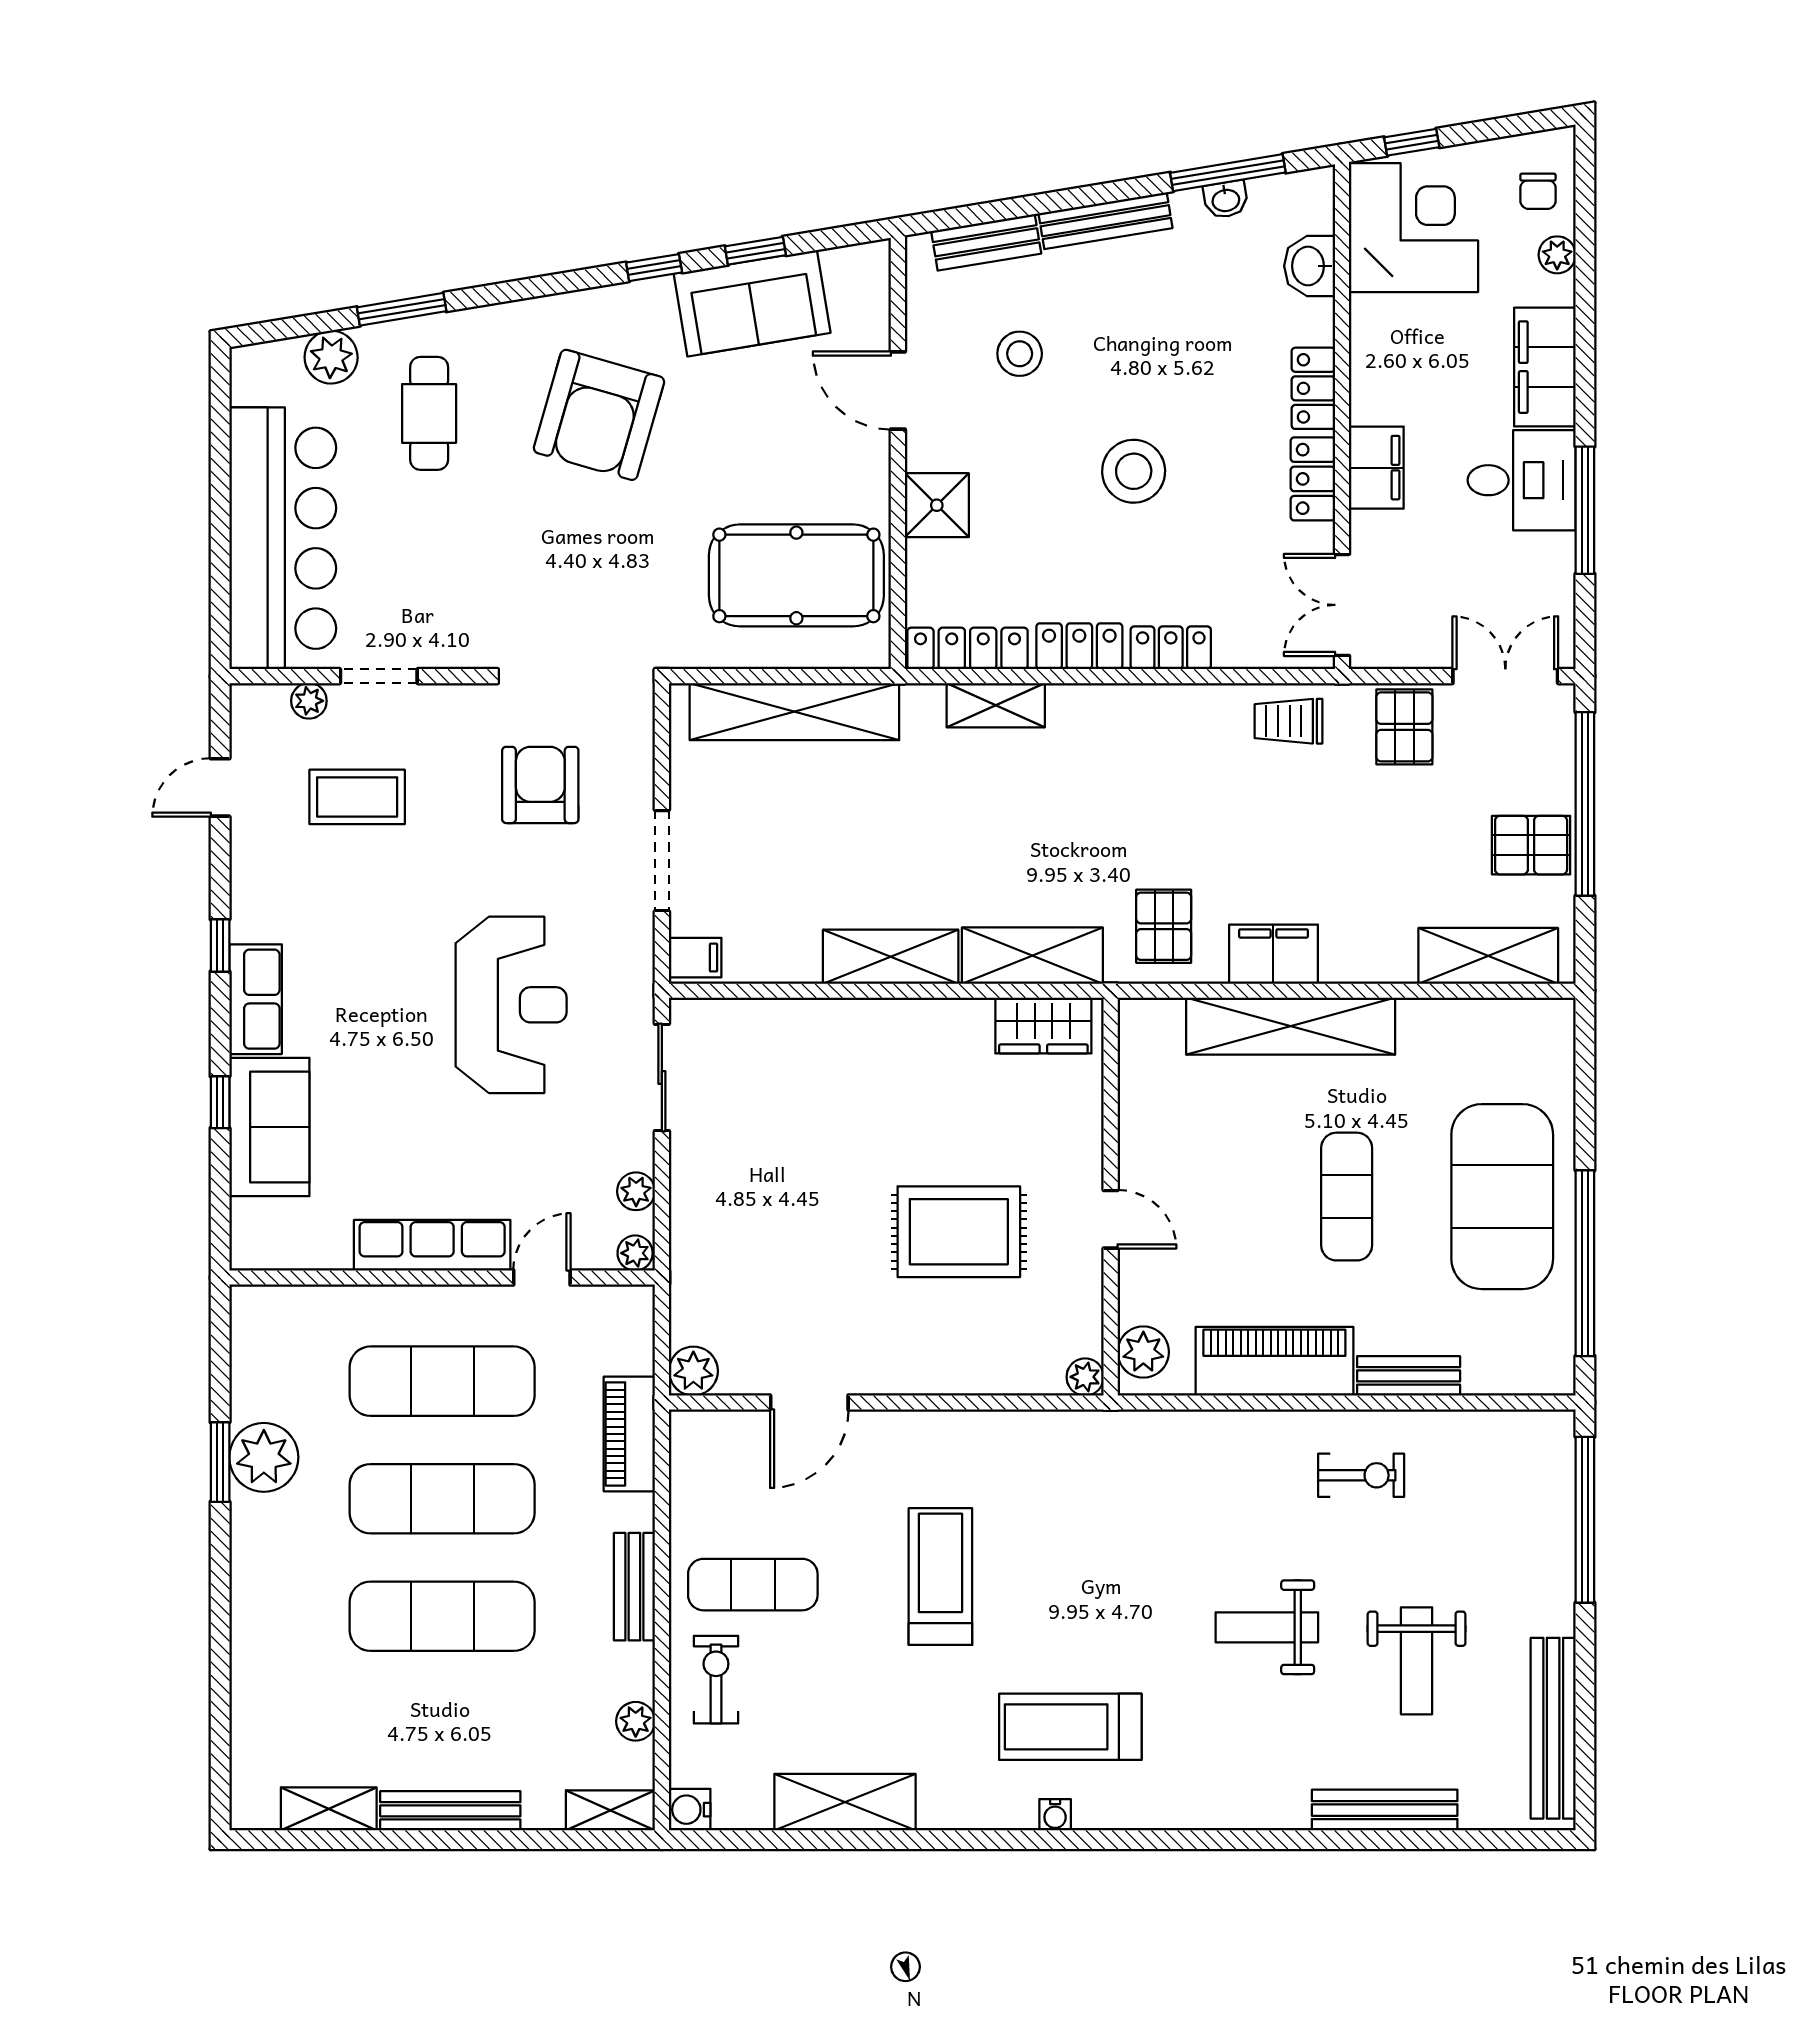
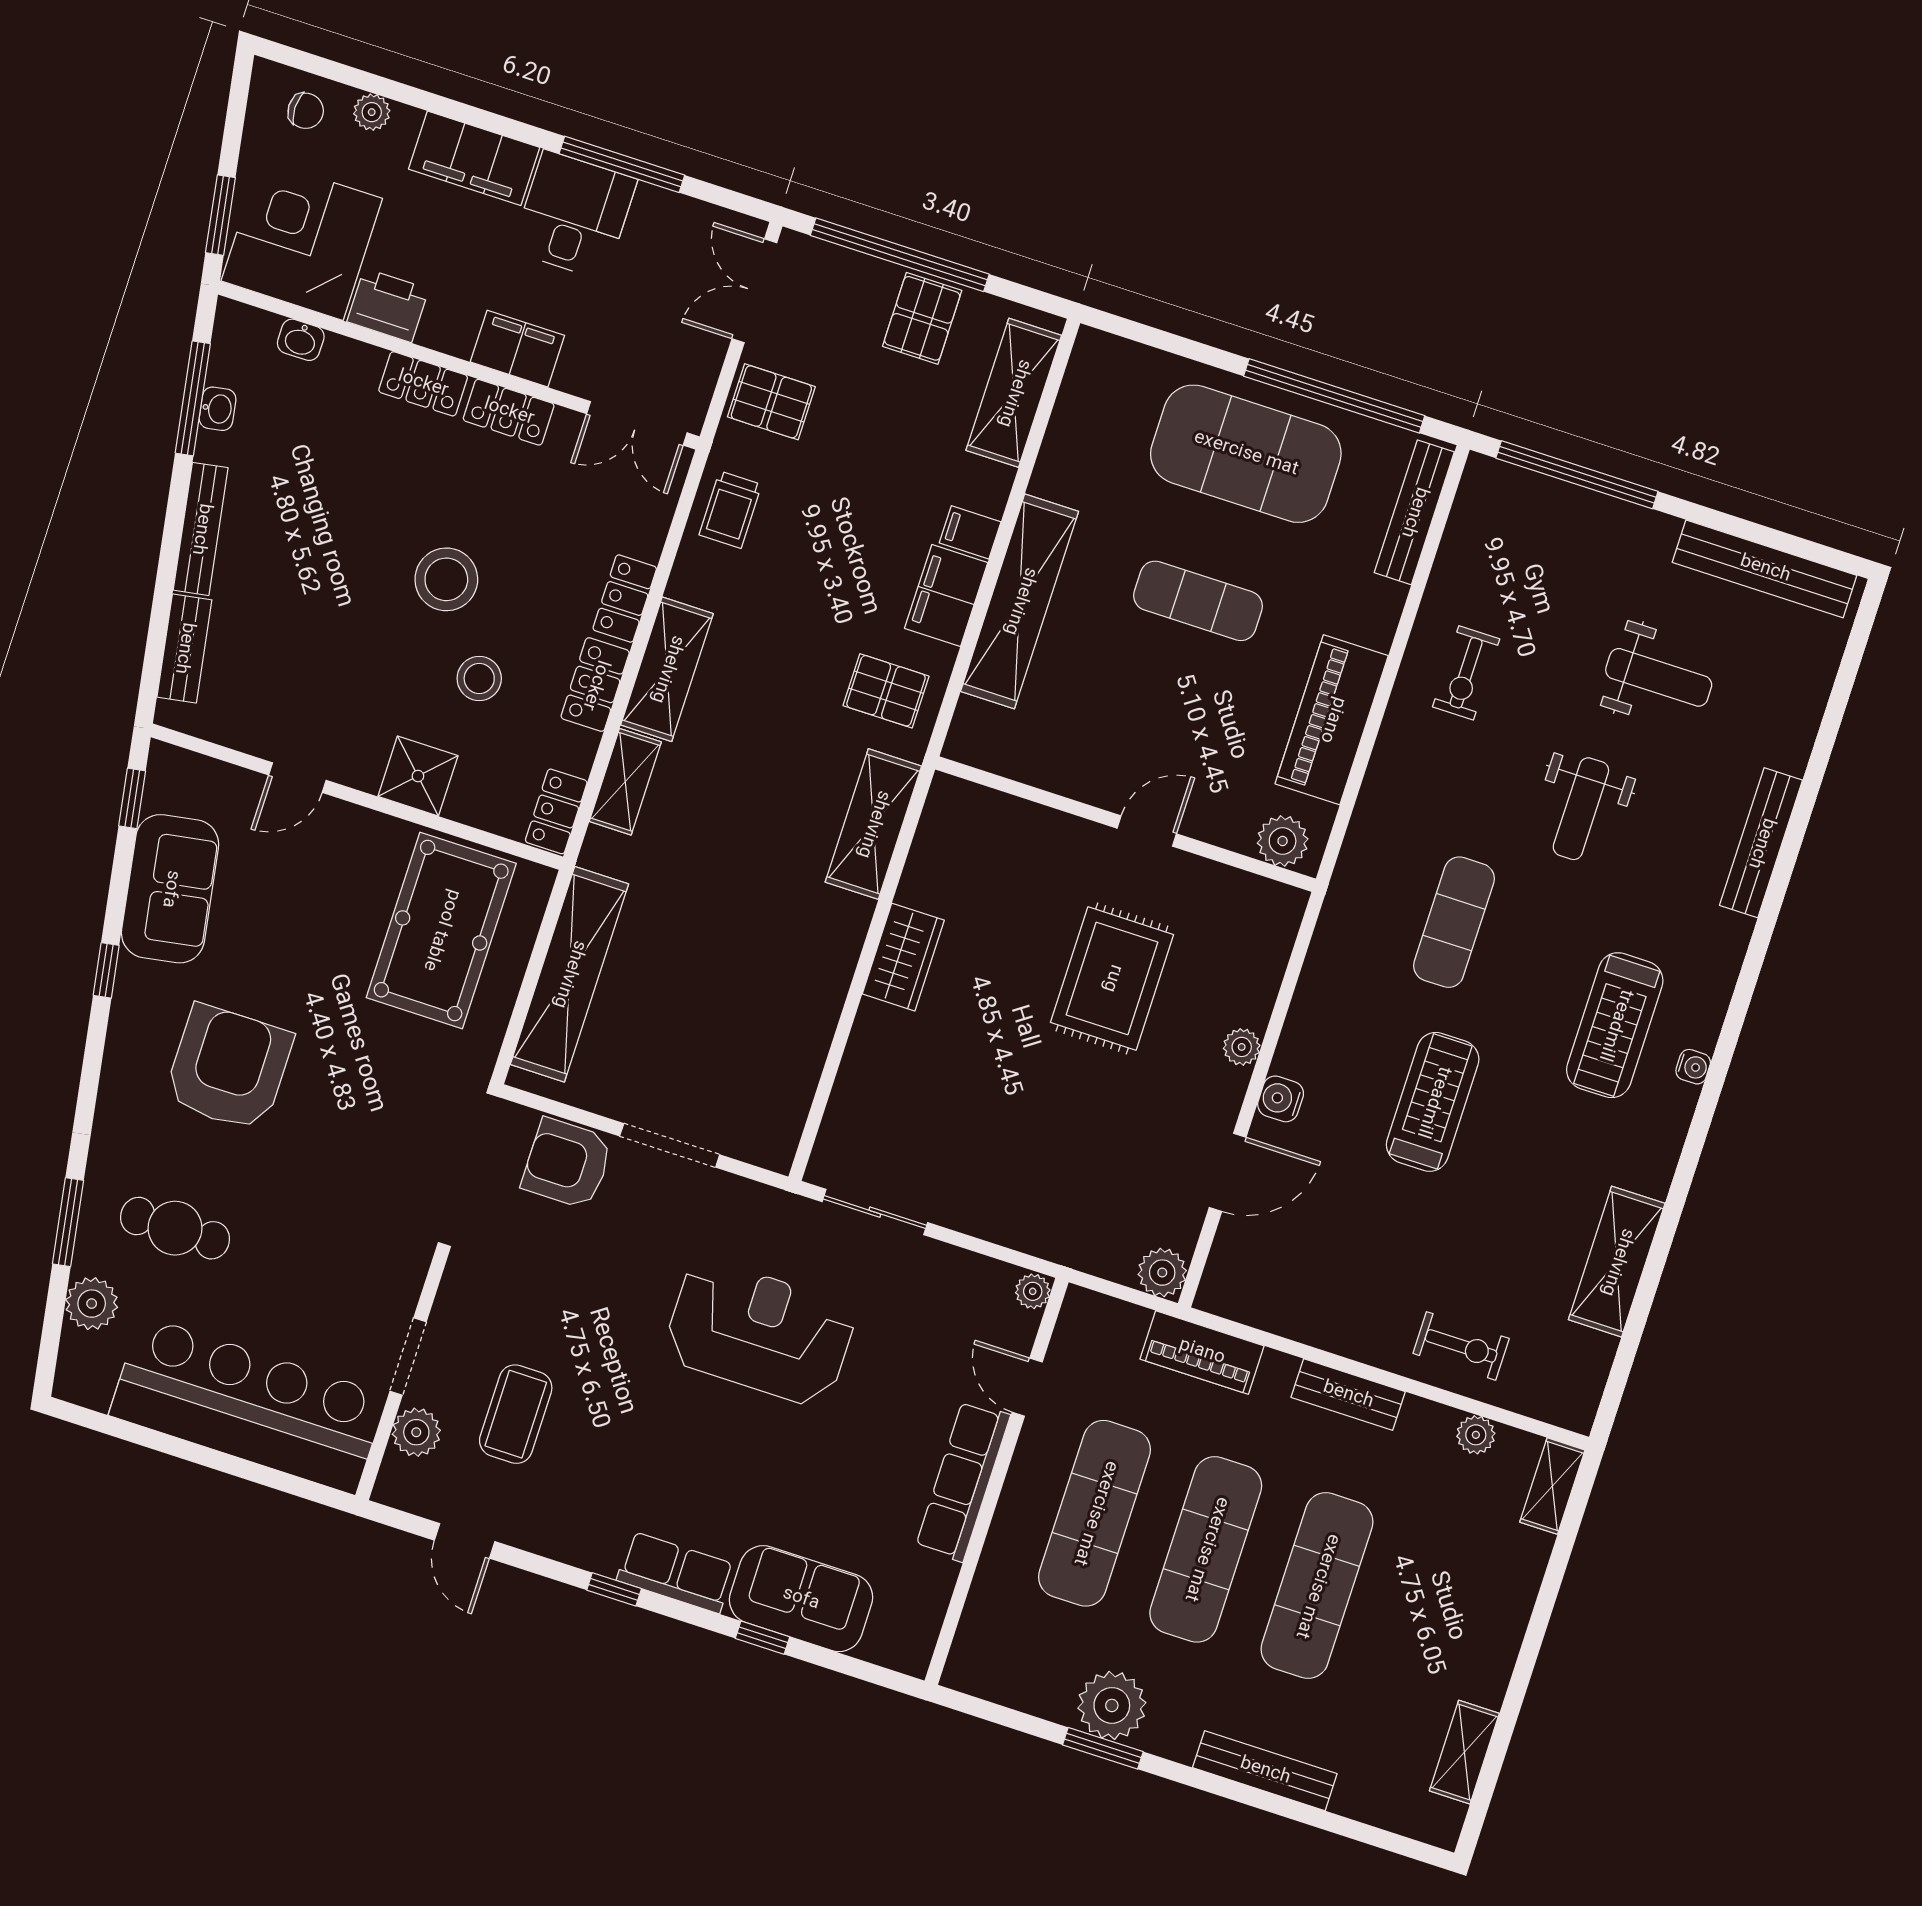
window: (1412, 142) -> (220, 215), width x1.50
window: (755, 251) -> (132, 798), moved
washbasin: (1310, 266) -> (301, 340), width x0.72, depth x0.69
printer: (1377, 330) -> (388, 305), added
stool: (1020, 354) -> (479, 678), moved
door: (898, 391) -> (297, 778), width x0.73
armchair: (599, 415) -> (229, 1068), turned -106
locker: (968, 648) -> (556, 811), width x0.66
plant: (309, 701) -> (416, 1432), width x1.38, depth x1.38
armchair: (540, 785) -> (567, 1164), moved
shelving: (891, 957) -> (667, 669), moved
filing cabinet: (695, 958) -> (970, 532), moved, turned -90
wardrobe: (1043, 1026) -> (903, 957), moved
plant: (636, 1191) -> (975, 1271), removed
bench: (1409, 1376) -> (1414, 512), moved, width x1.36
plant: (1085, 1377) -> (1242, 1047), moved
door: (809, 1402) -> (1228, 1172), hinge flipped
exercise bike: (1361, 1475) -> (1466, 673), turned 180
treadmill: (940, 1577) -> (1433, 1102), turned 90
exercise mat: (753, 1585) -> (1454, 922), moved
exercise bike: (716, 1680) -> (1461, 1346), turned 180
water cooler: (690, 1810) -> (1281, 1099), moved, turned 90
bench: (1385, 1810) -> (1761, 843), moved
bench: (450, 1811) -> (1265, 1771), moved, turned 90

